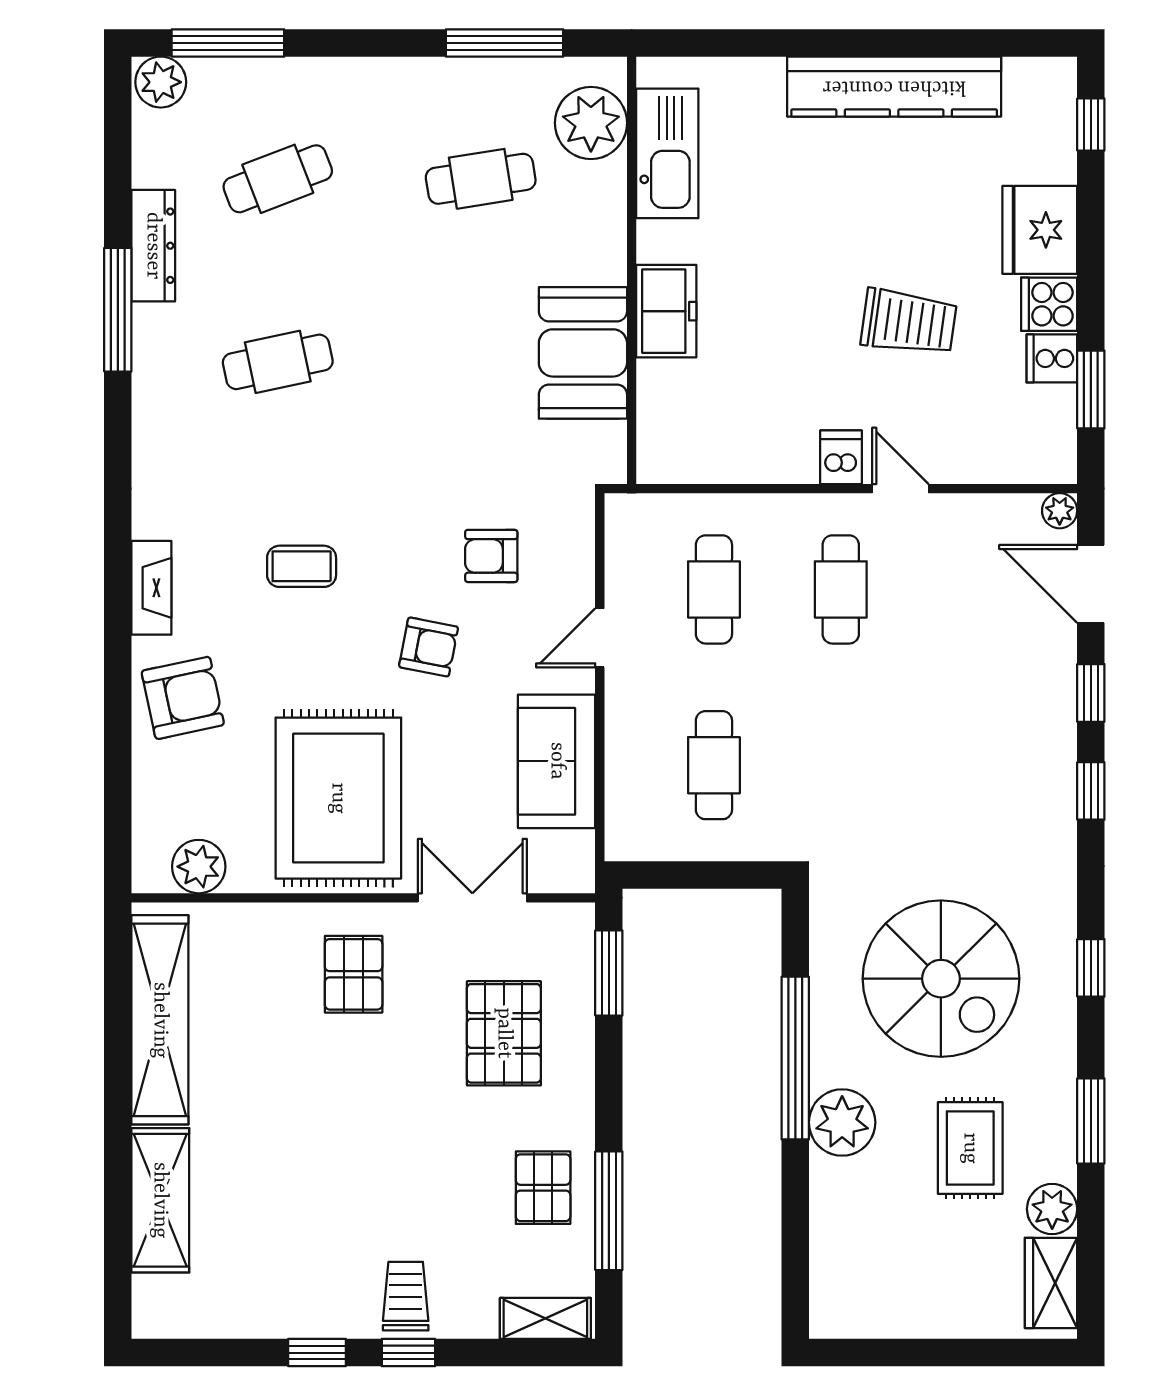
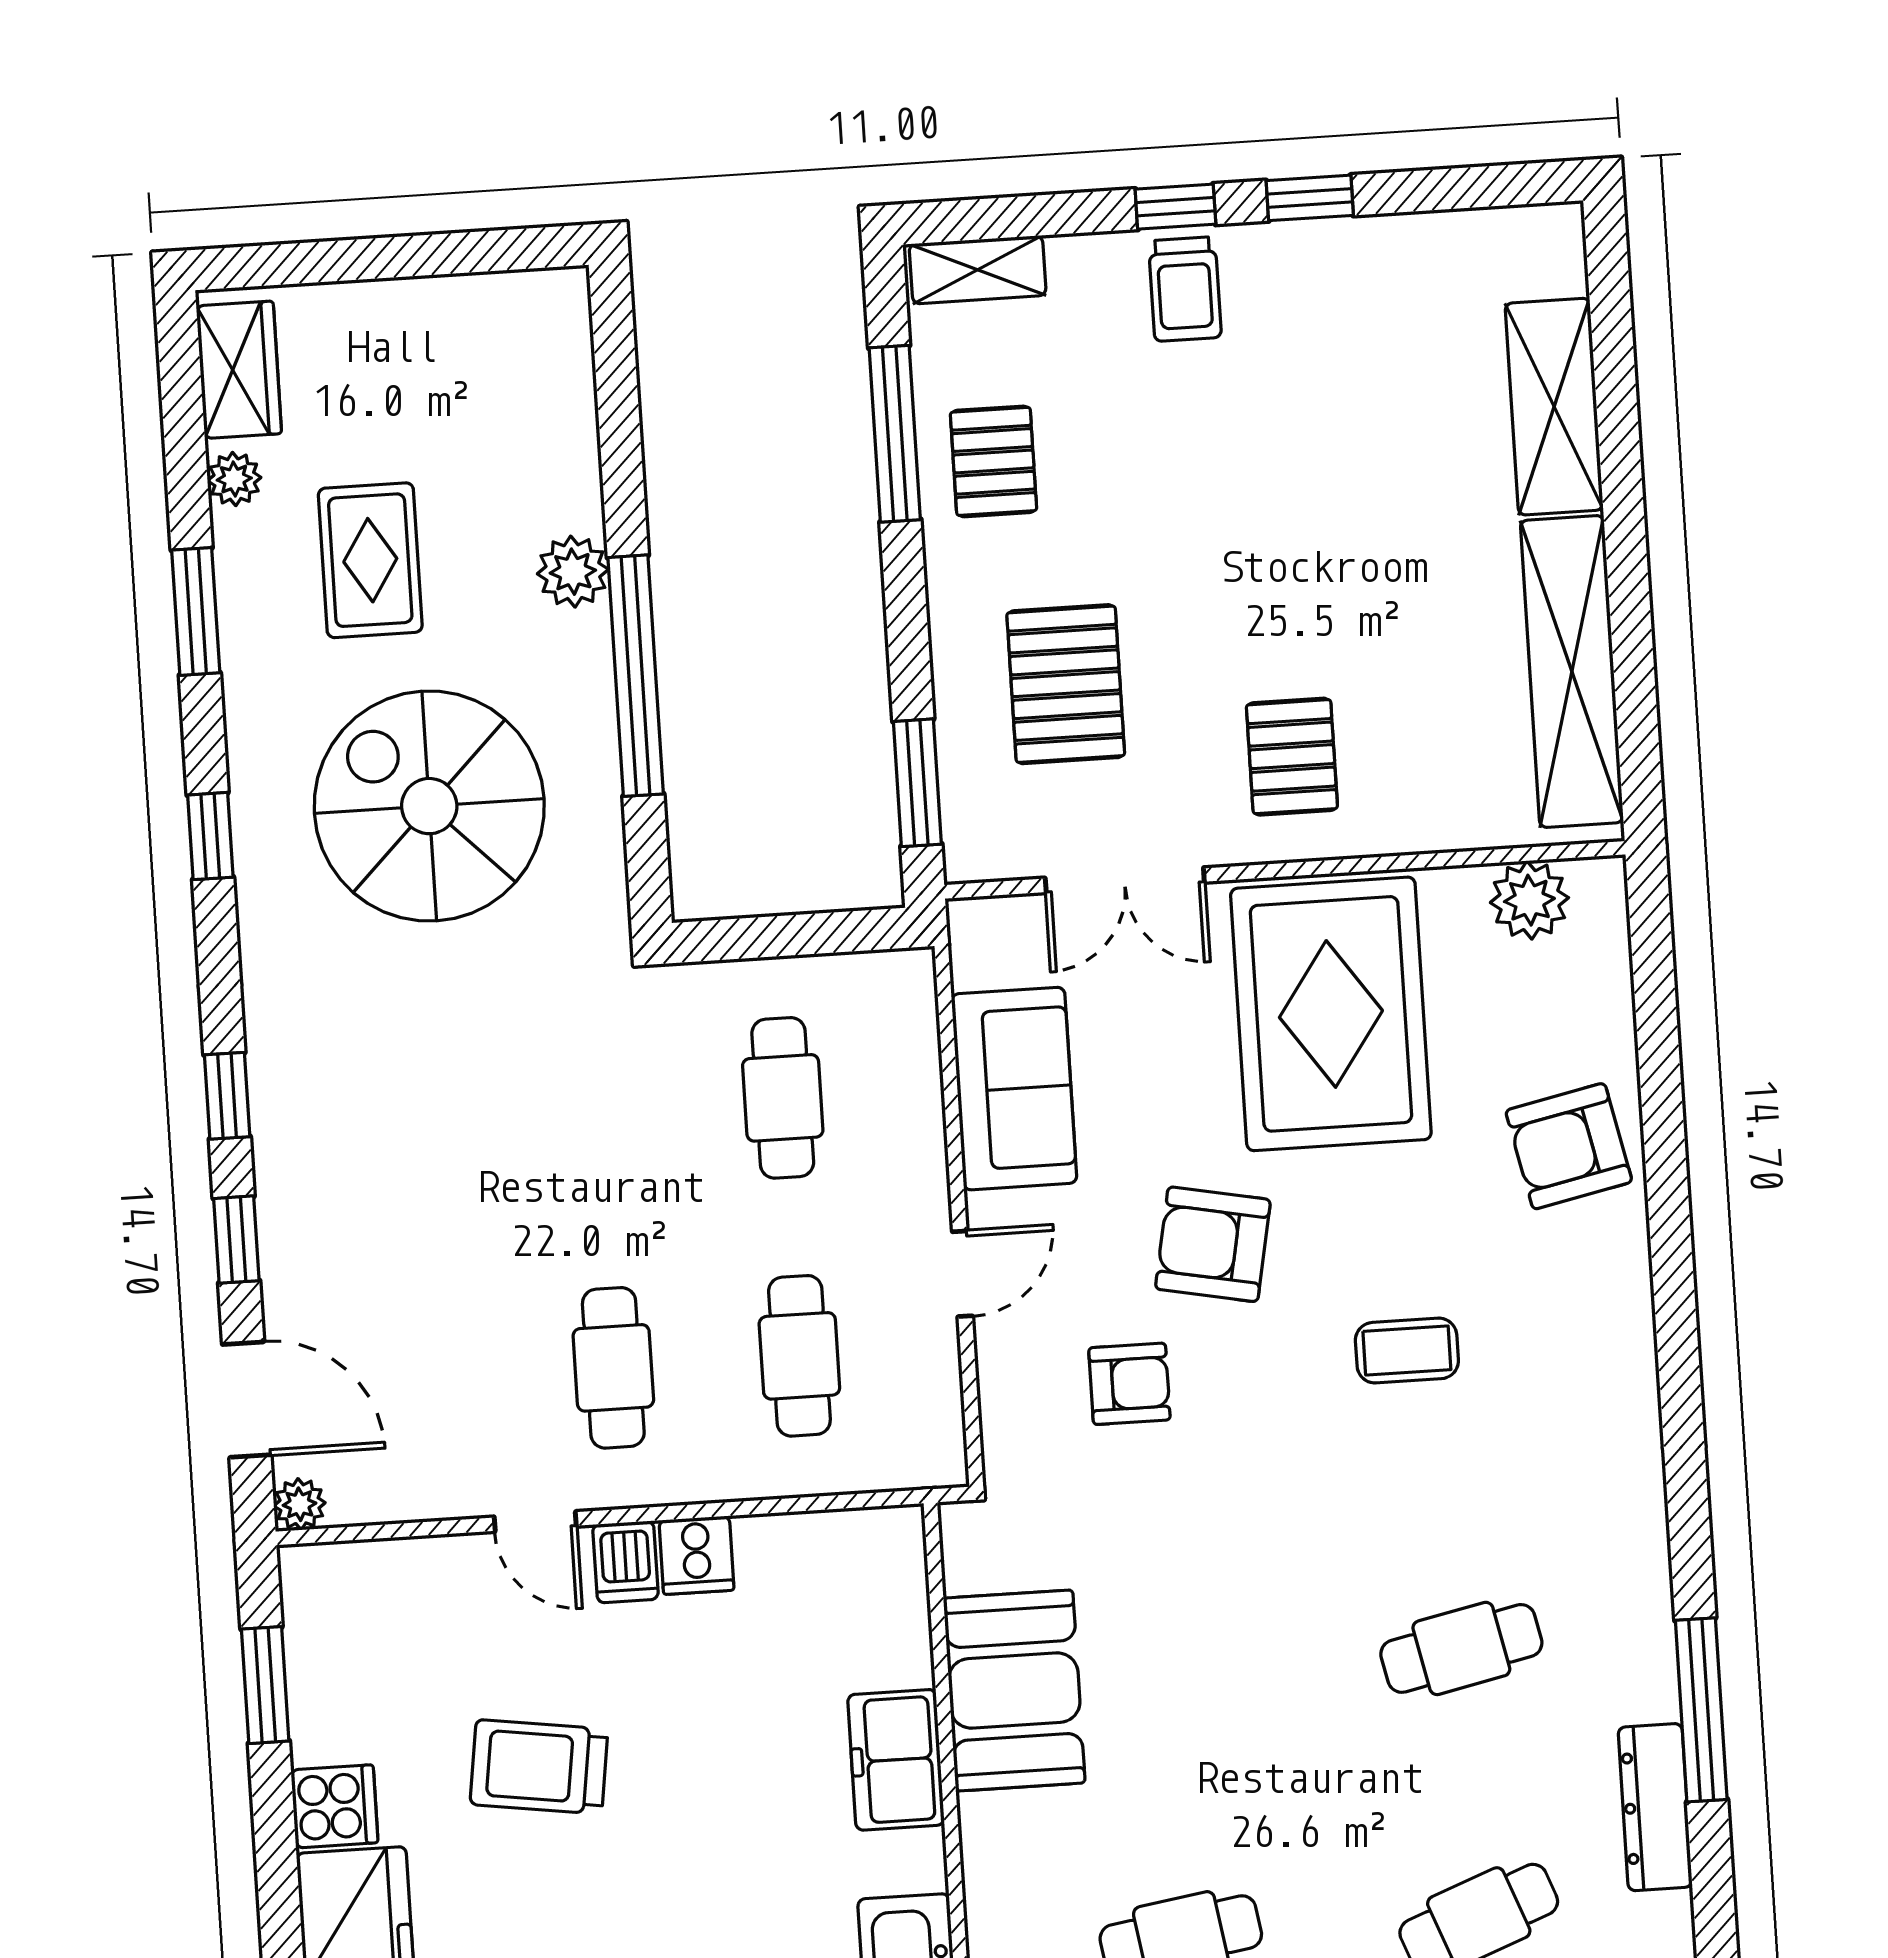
cooker: (1052, 358) -> (696, 1555), moved, turned 90
fireplace: (151, 588) -> (1625, 1305), removed
armchair: (429, 647) -> (1213, 1244), width x1.38, depth x1.38
plant: (842, 1122) -> (573, 572), width x0.73, depth x0.73
plant: (1052, 1209) -> (234, 479), width x0.73, depth x0.73

